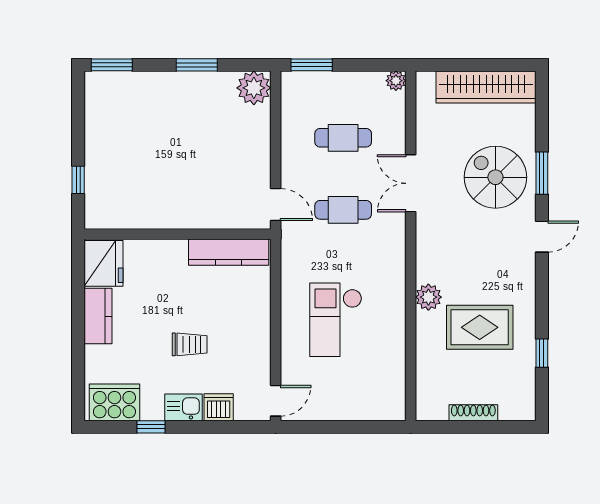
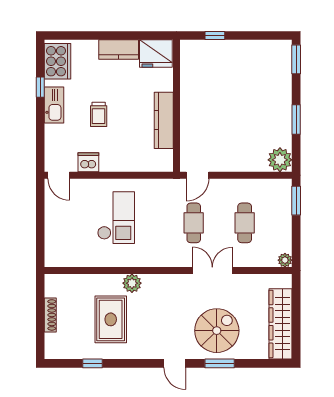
kitchen counter: (229, 252) -> (164, 120), moved
checkout: (336, 320) -> (116, 218), turned 90
kitchen sink: (183, 407) -> (54, 105), width x1.38
dishwasher: (219, 407) -> (88, 162), moved, turned -90

